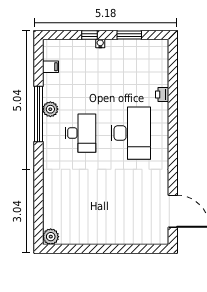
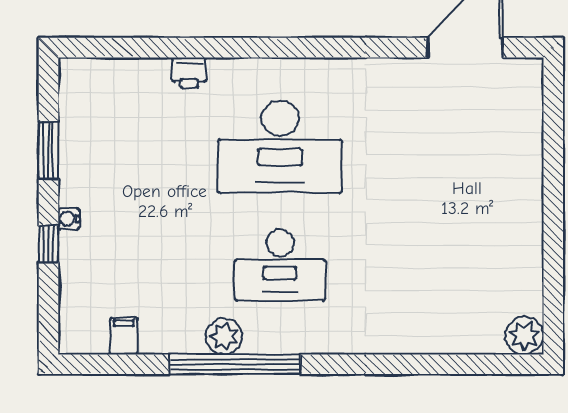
desk: (81, 133) -> (280, 265), turned 180
desk: (131, 133) -> (280, 147), turned 180

